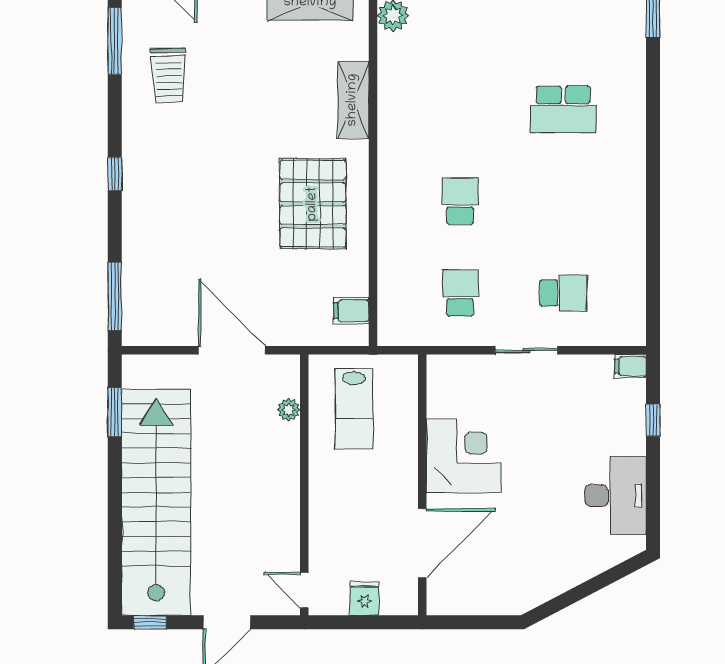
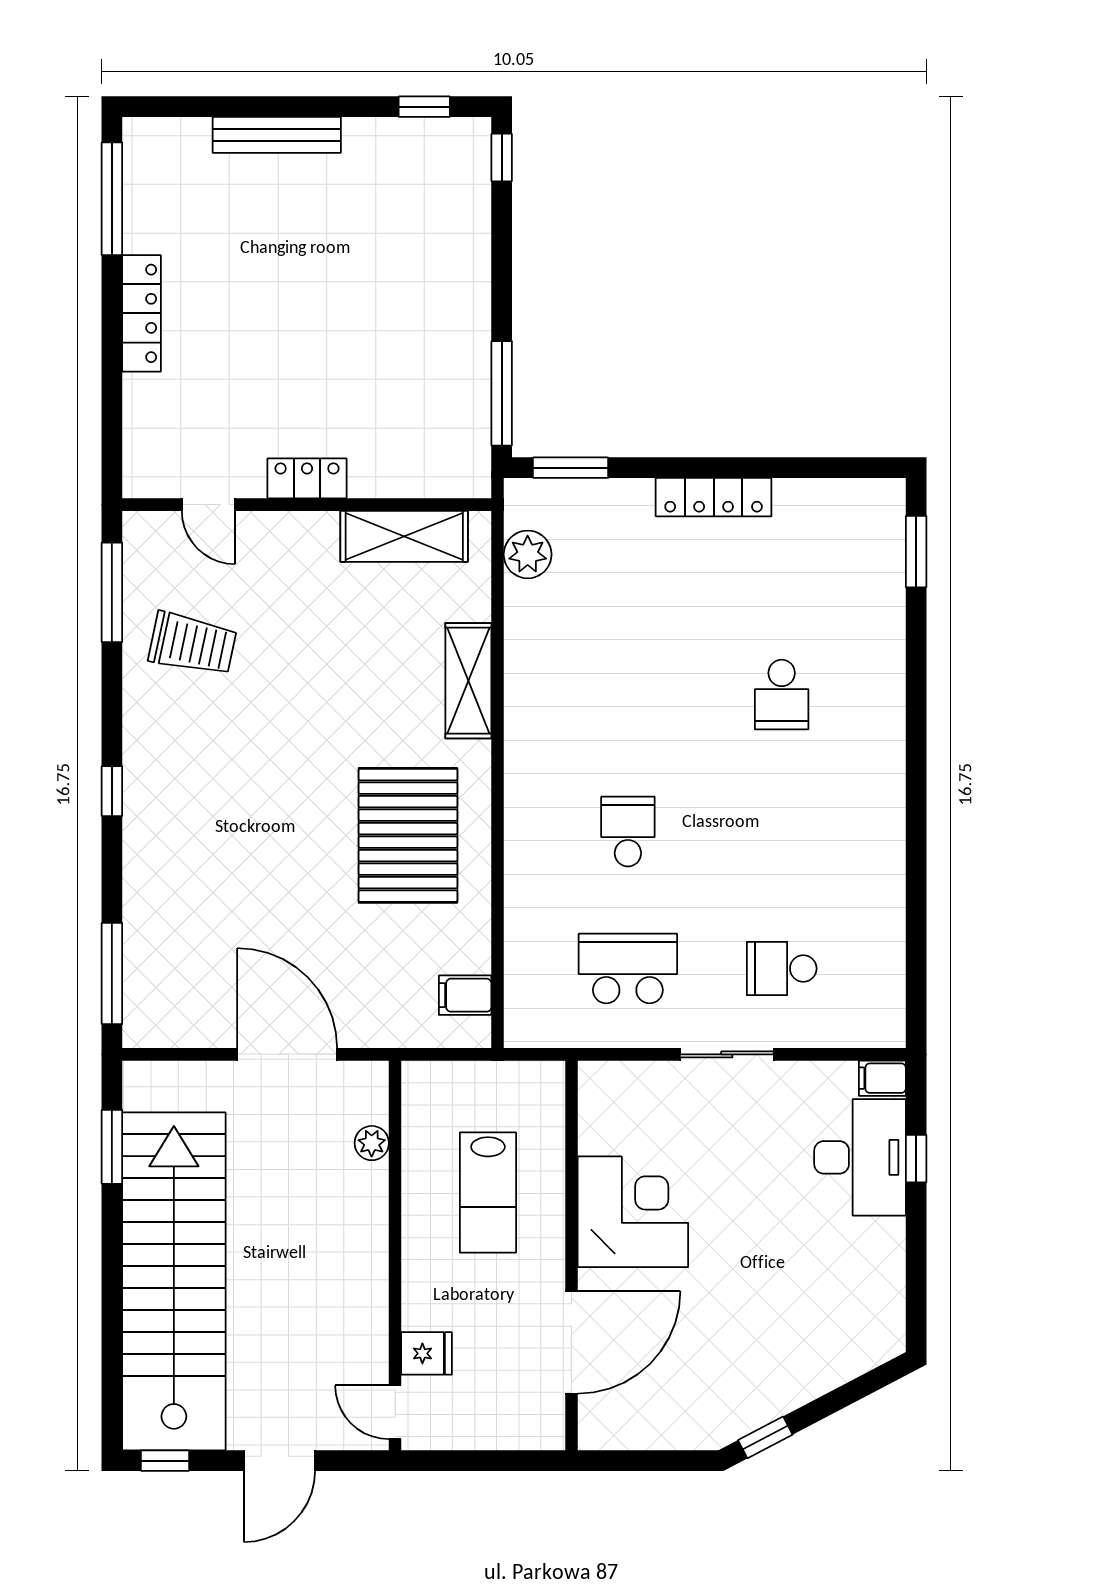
trolley: (169, 75) -> (193, 644), turned -76
school desk: (563, 109) -> (782, 695), width x0.54
school desk: (460, 293) -> (628, 969), width x1.85
school desk: (563, 293) -> (782, 969), turned 180
lab bench: (354, 409) -> (488, 1193), moved
desk: (616, 496) -> (860, 1157), moved
fridge: (364, 598) -> (427, 1353), moved, turned 90
window: (552, 607) -> (765, 1437), added

